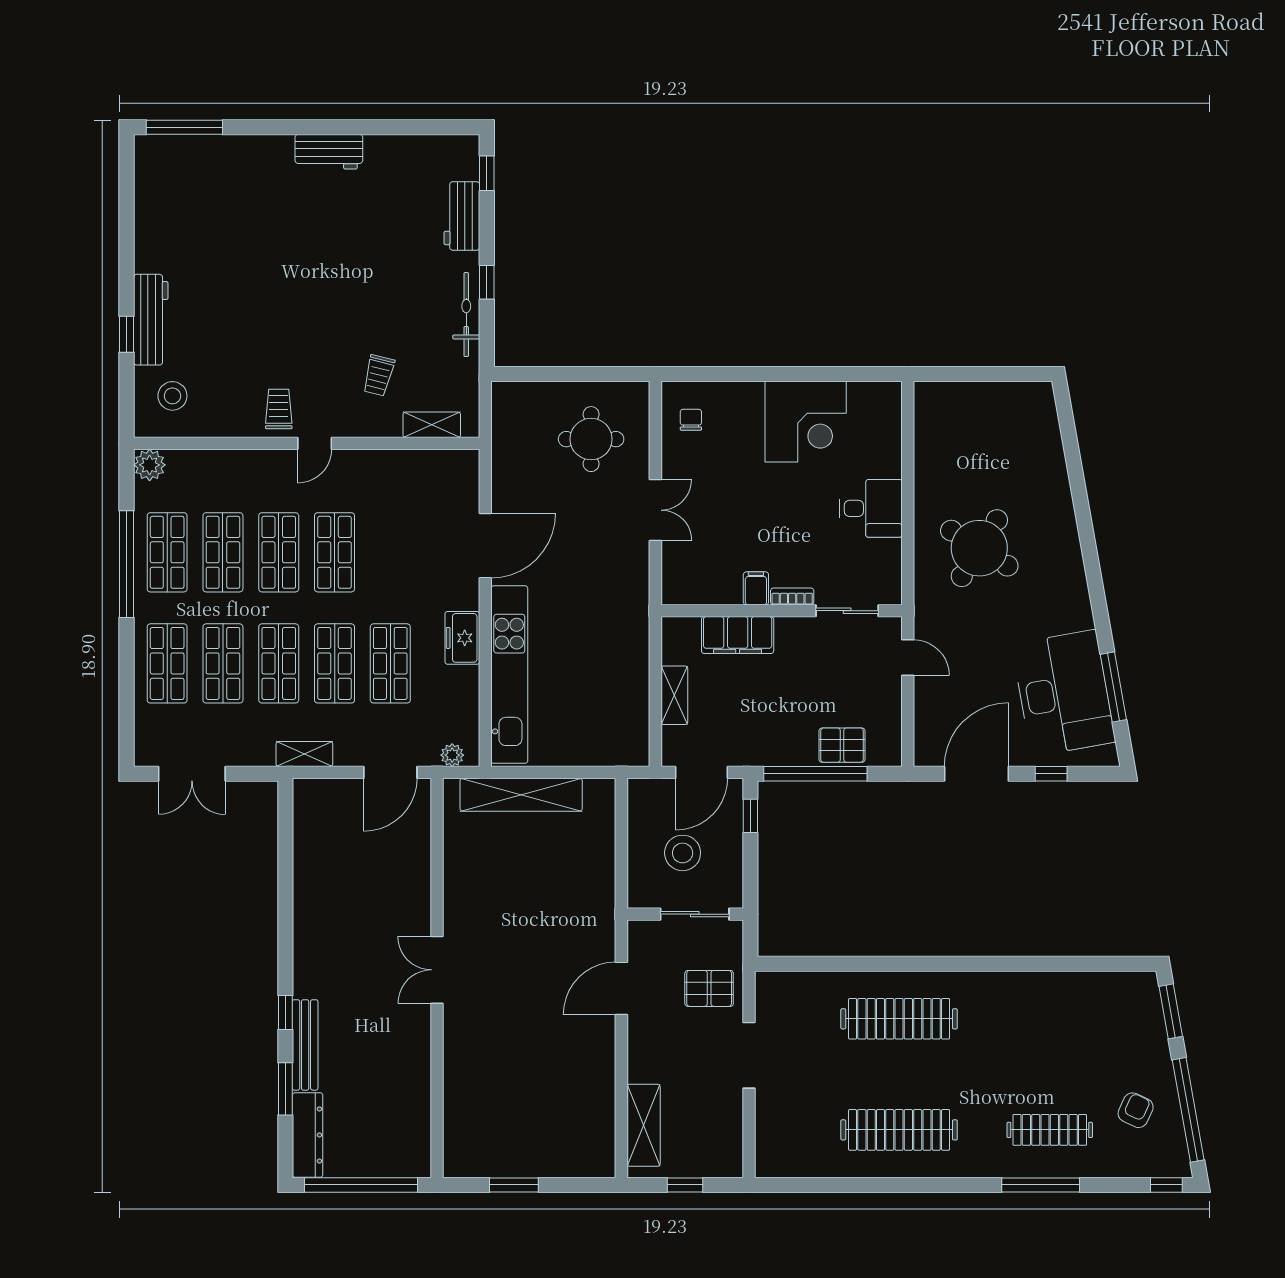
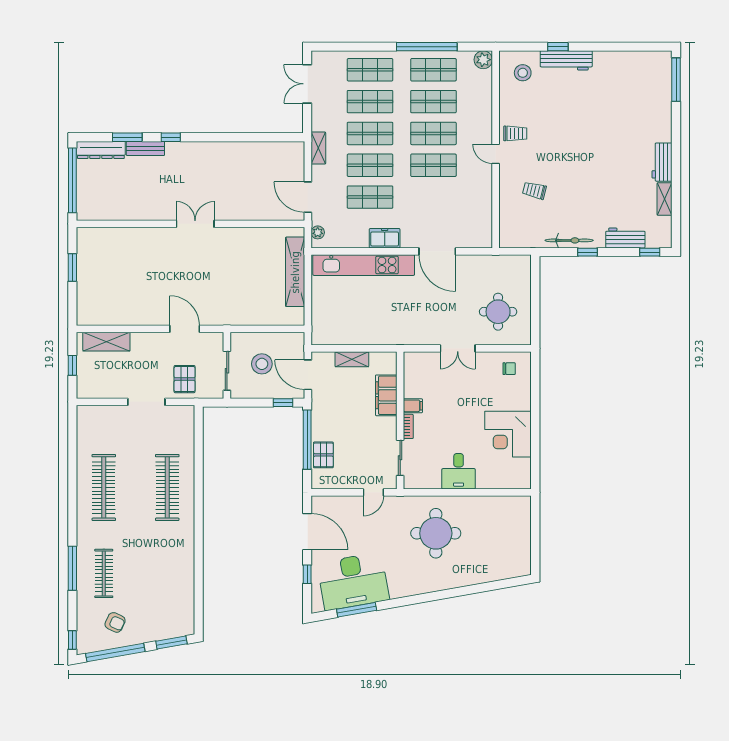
shelving: (432, 425) -> (665, 199), moved
round table: (979, 548) -> (436, 533), turned -32
bench: (305, 1045) -> (145, 149), width x0.73

